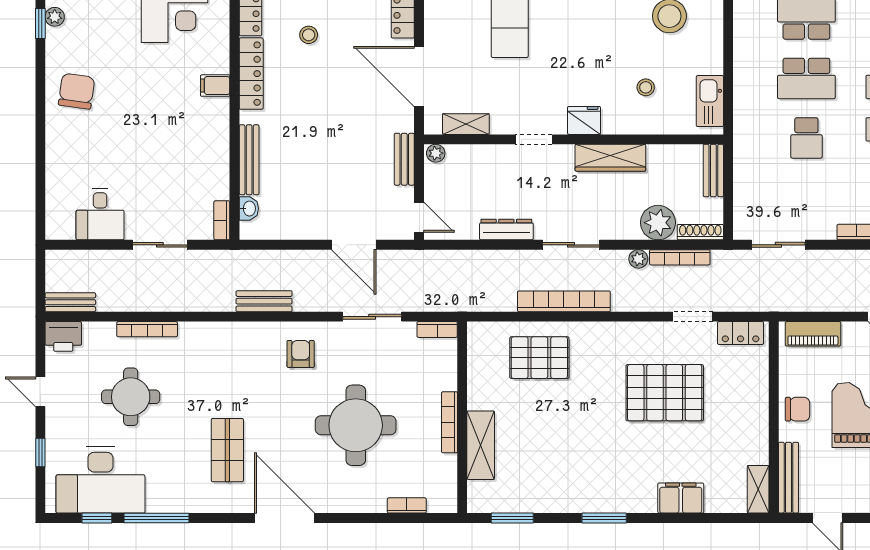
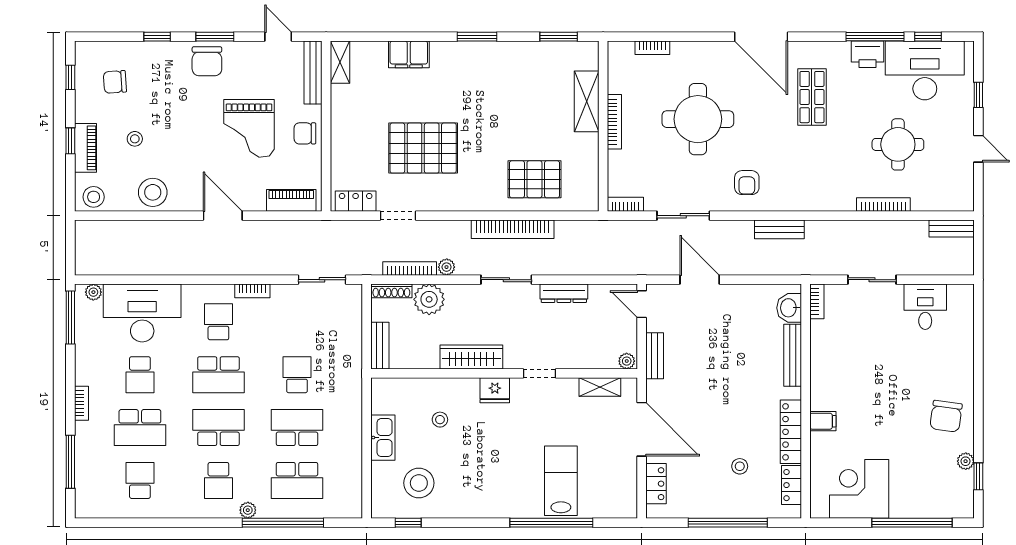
plant: (55, 17) -> (966, 461), moved
kitchen sink: (710, 101) -> (383, 438), moved
washbasin: (249, 209) -> (789, 308), width x1.38, depth x1.45
printer: (63, 336) -> (868, 54), moved, turned 180

